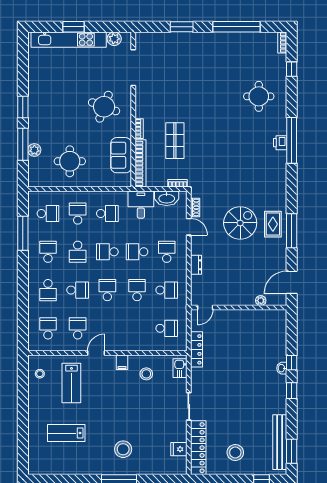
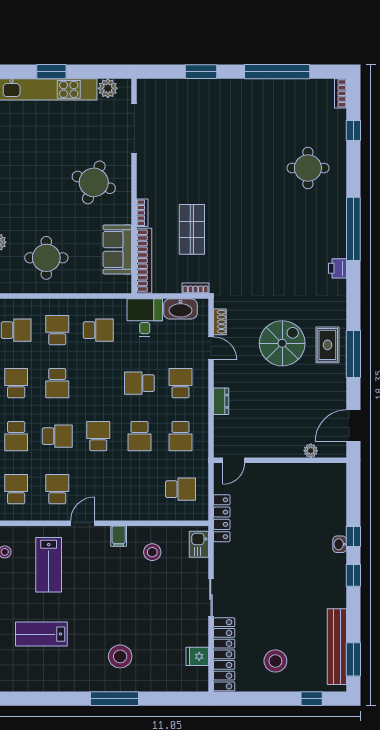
printer: (280, 143) -> (337, 268), moved
school desk: (107, 252) -> (98, 383), removed
school desk: (137, 290) -> (139, 436), turned 180
school desk: (167, 290) -> (180, 436), turned 90

